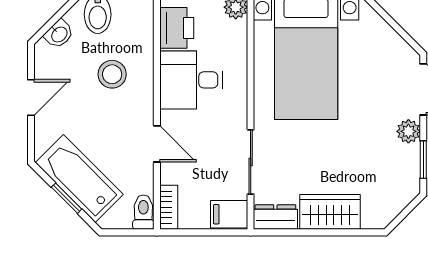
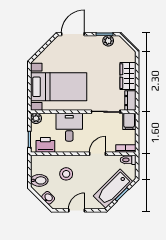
desk: (191, 80) -> (69, 127), moved, turned 180
door: (31, 97) -> (77, 210), hinge flipped
plant: (408, 131) -> (108, 41), moved

